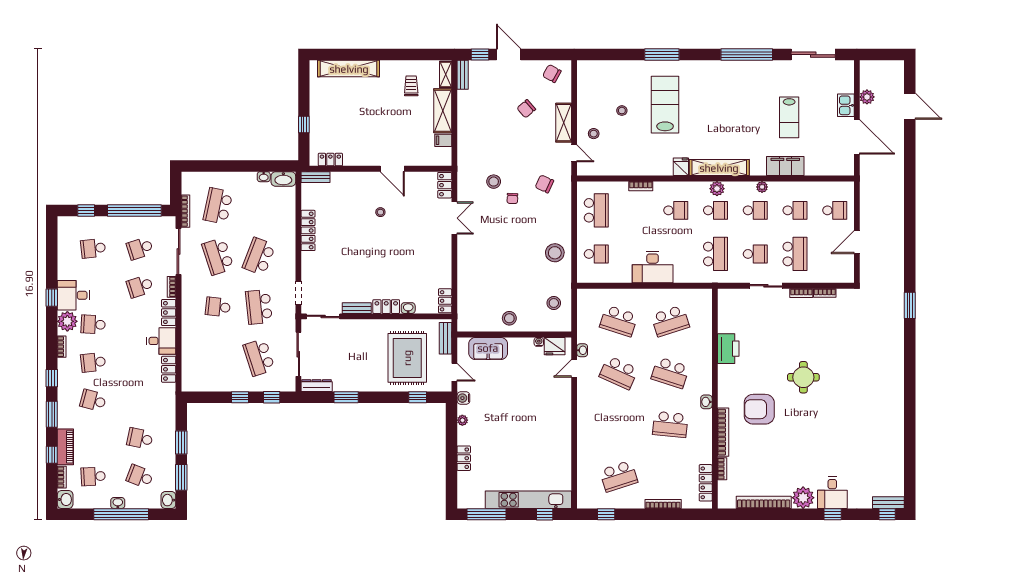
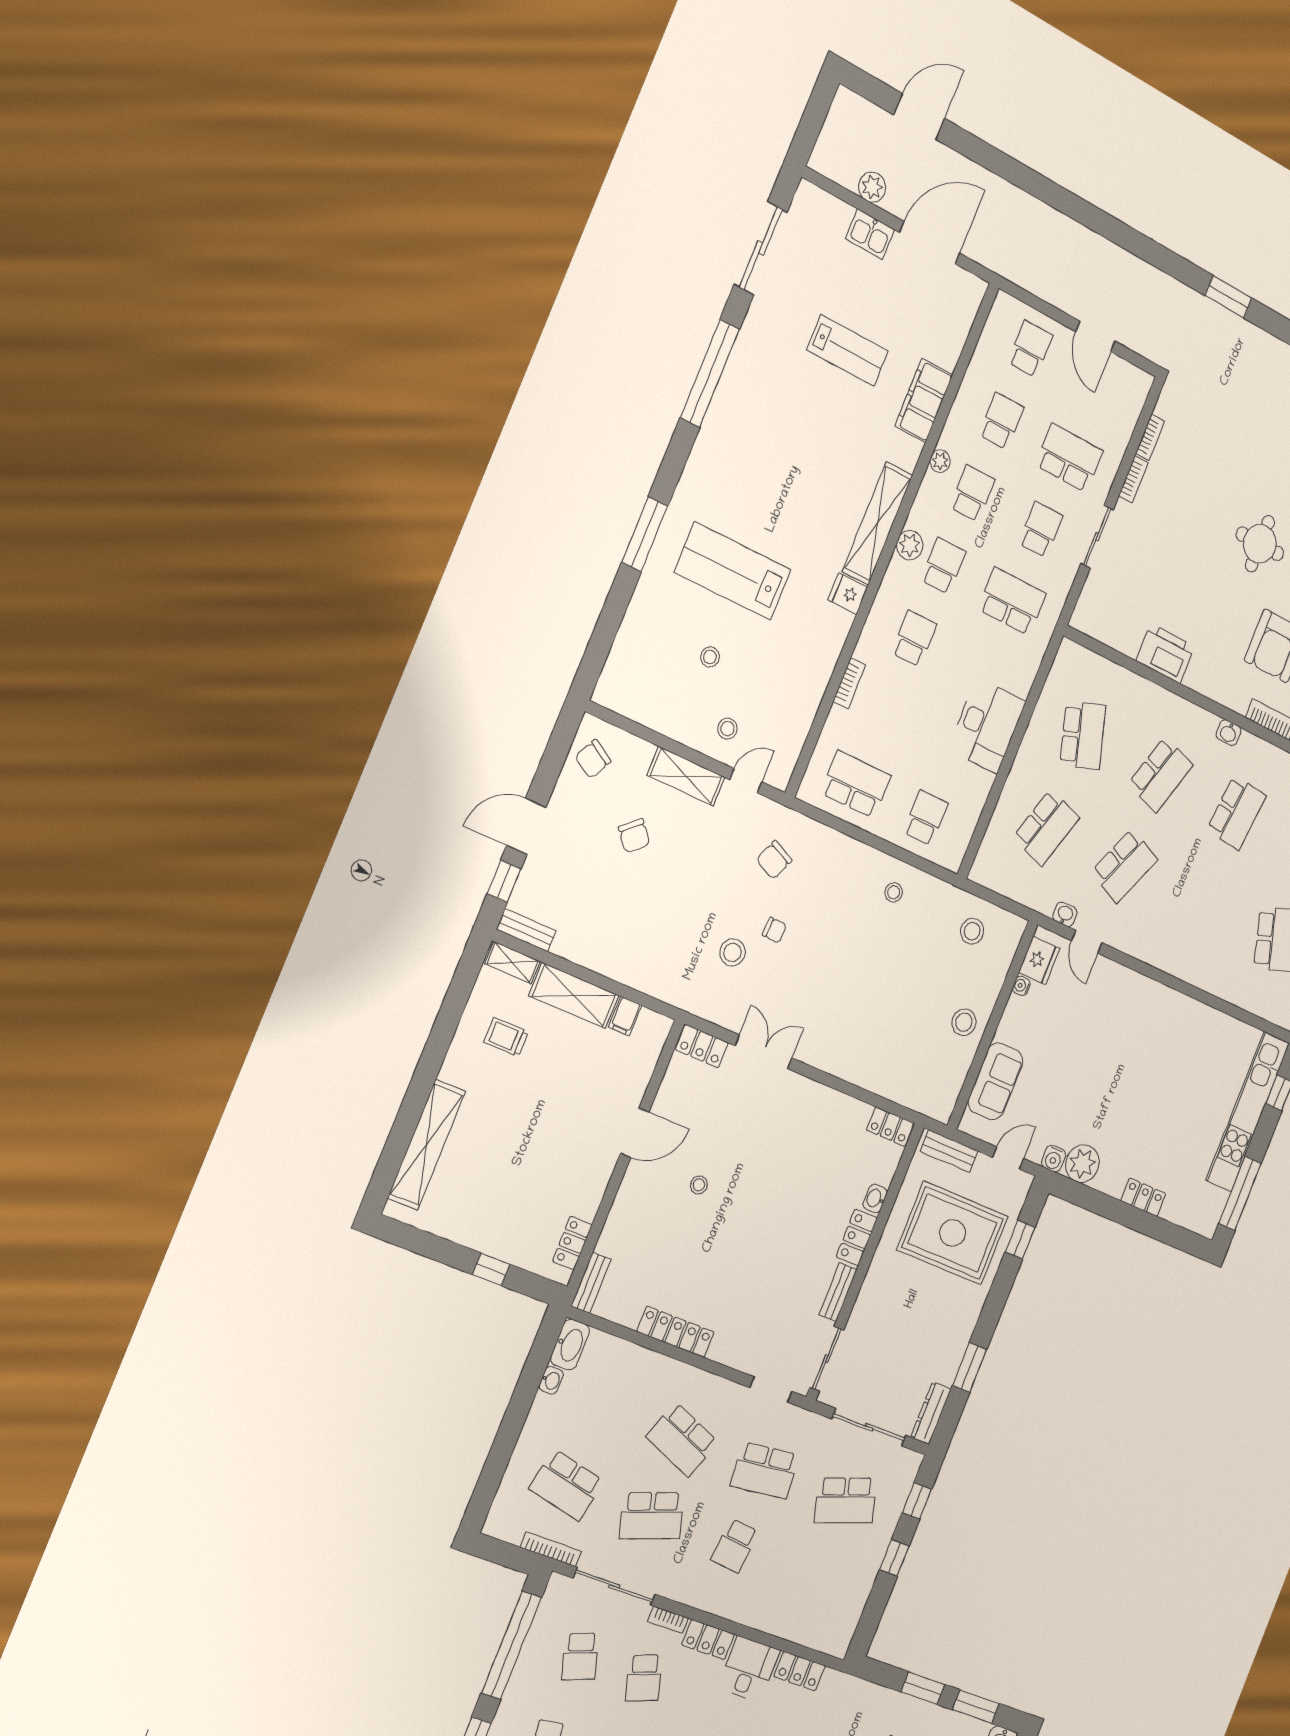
stool: (555, 253) -> (894, 892), width x0.53, depth x0.53
plant: (462, 420) -> (1082, 1164), width x1.88, depth x1.88

